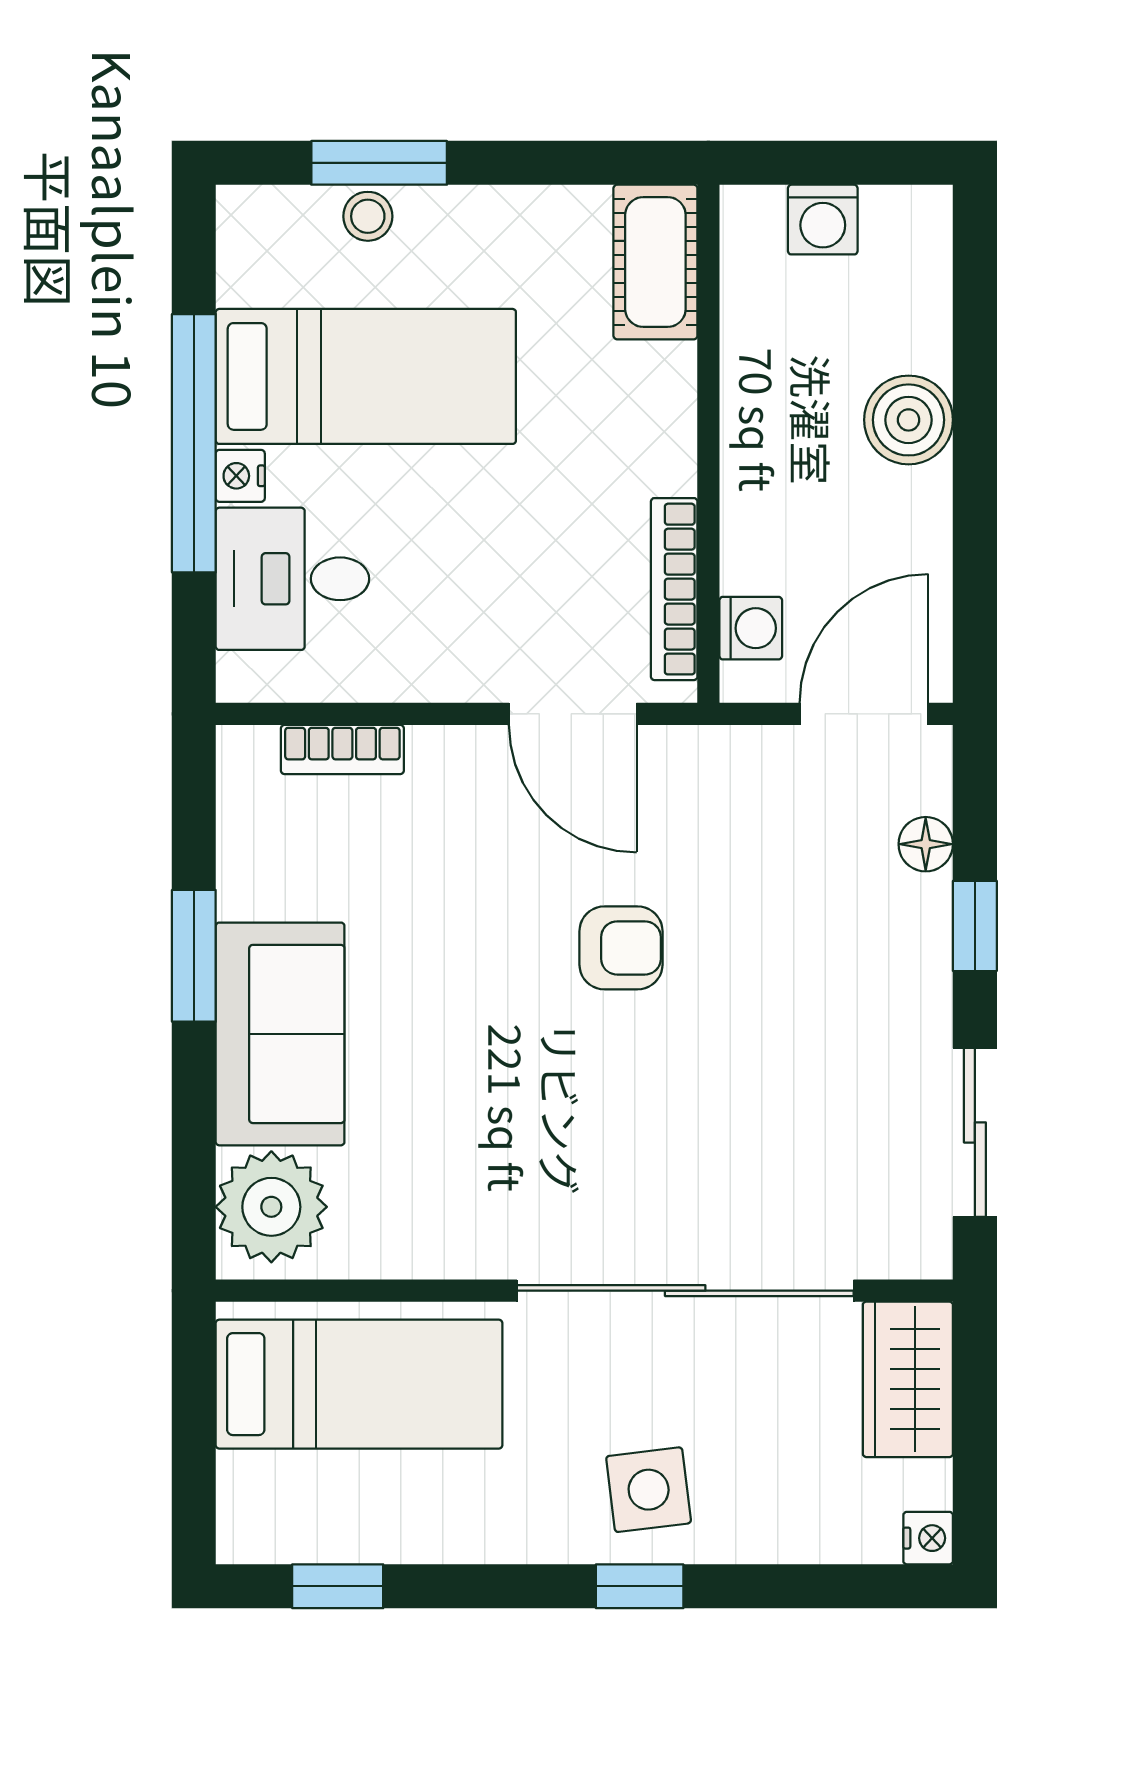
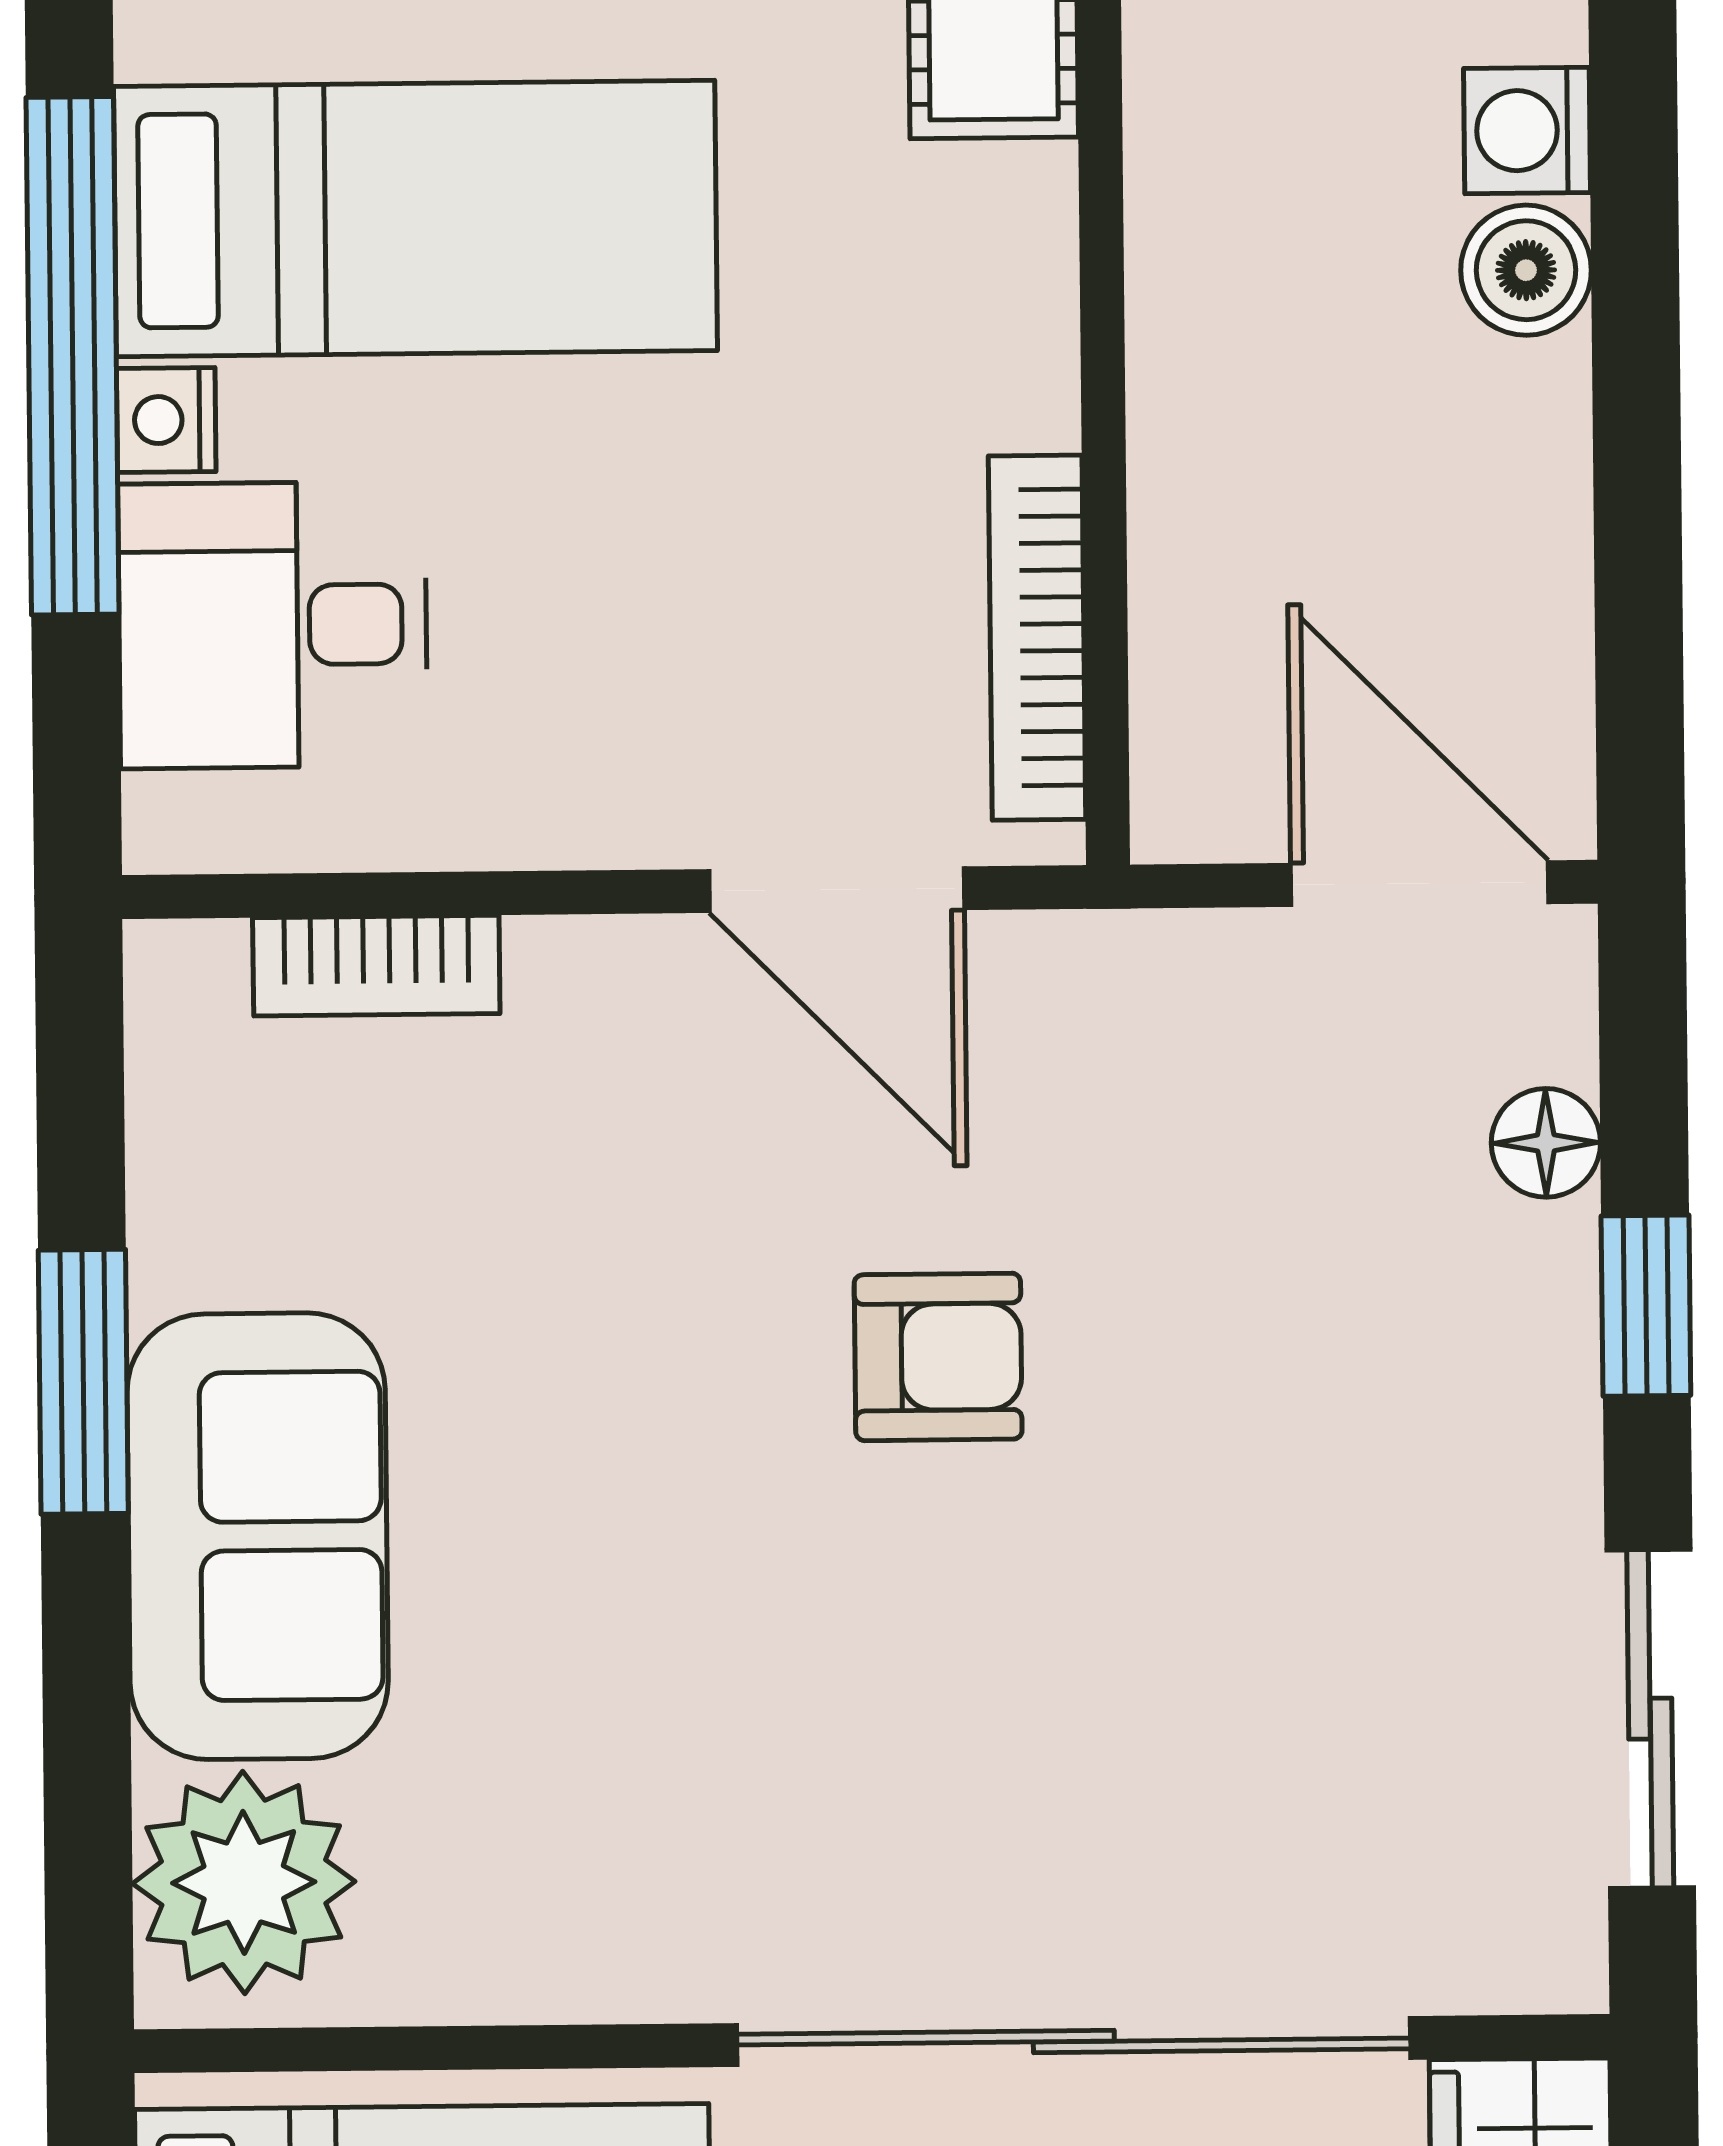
boiler: (909, 420) -> (1526, 270), width x0.73, depth x0.73
washing machine: (751, 628) -> (1527, 131), moved, turned 180
door: (864, 714) -> (1420, 884), hinge flipped

